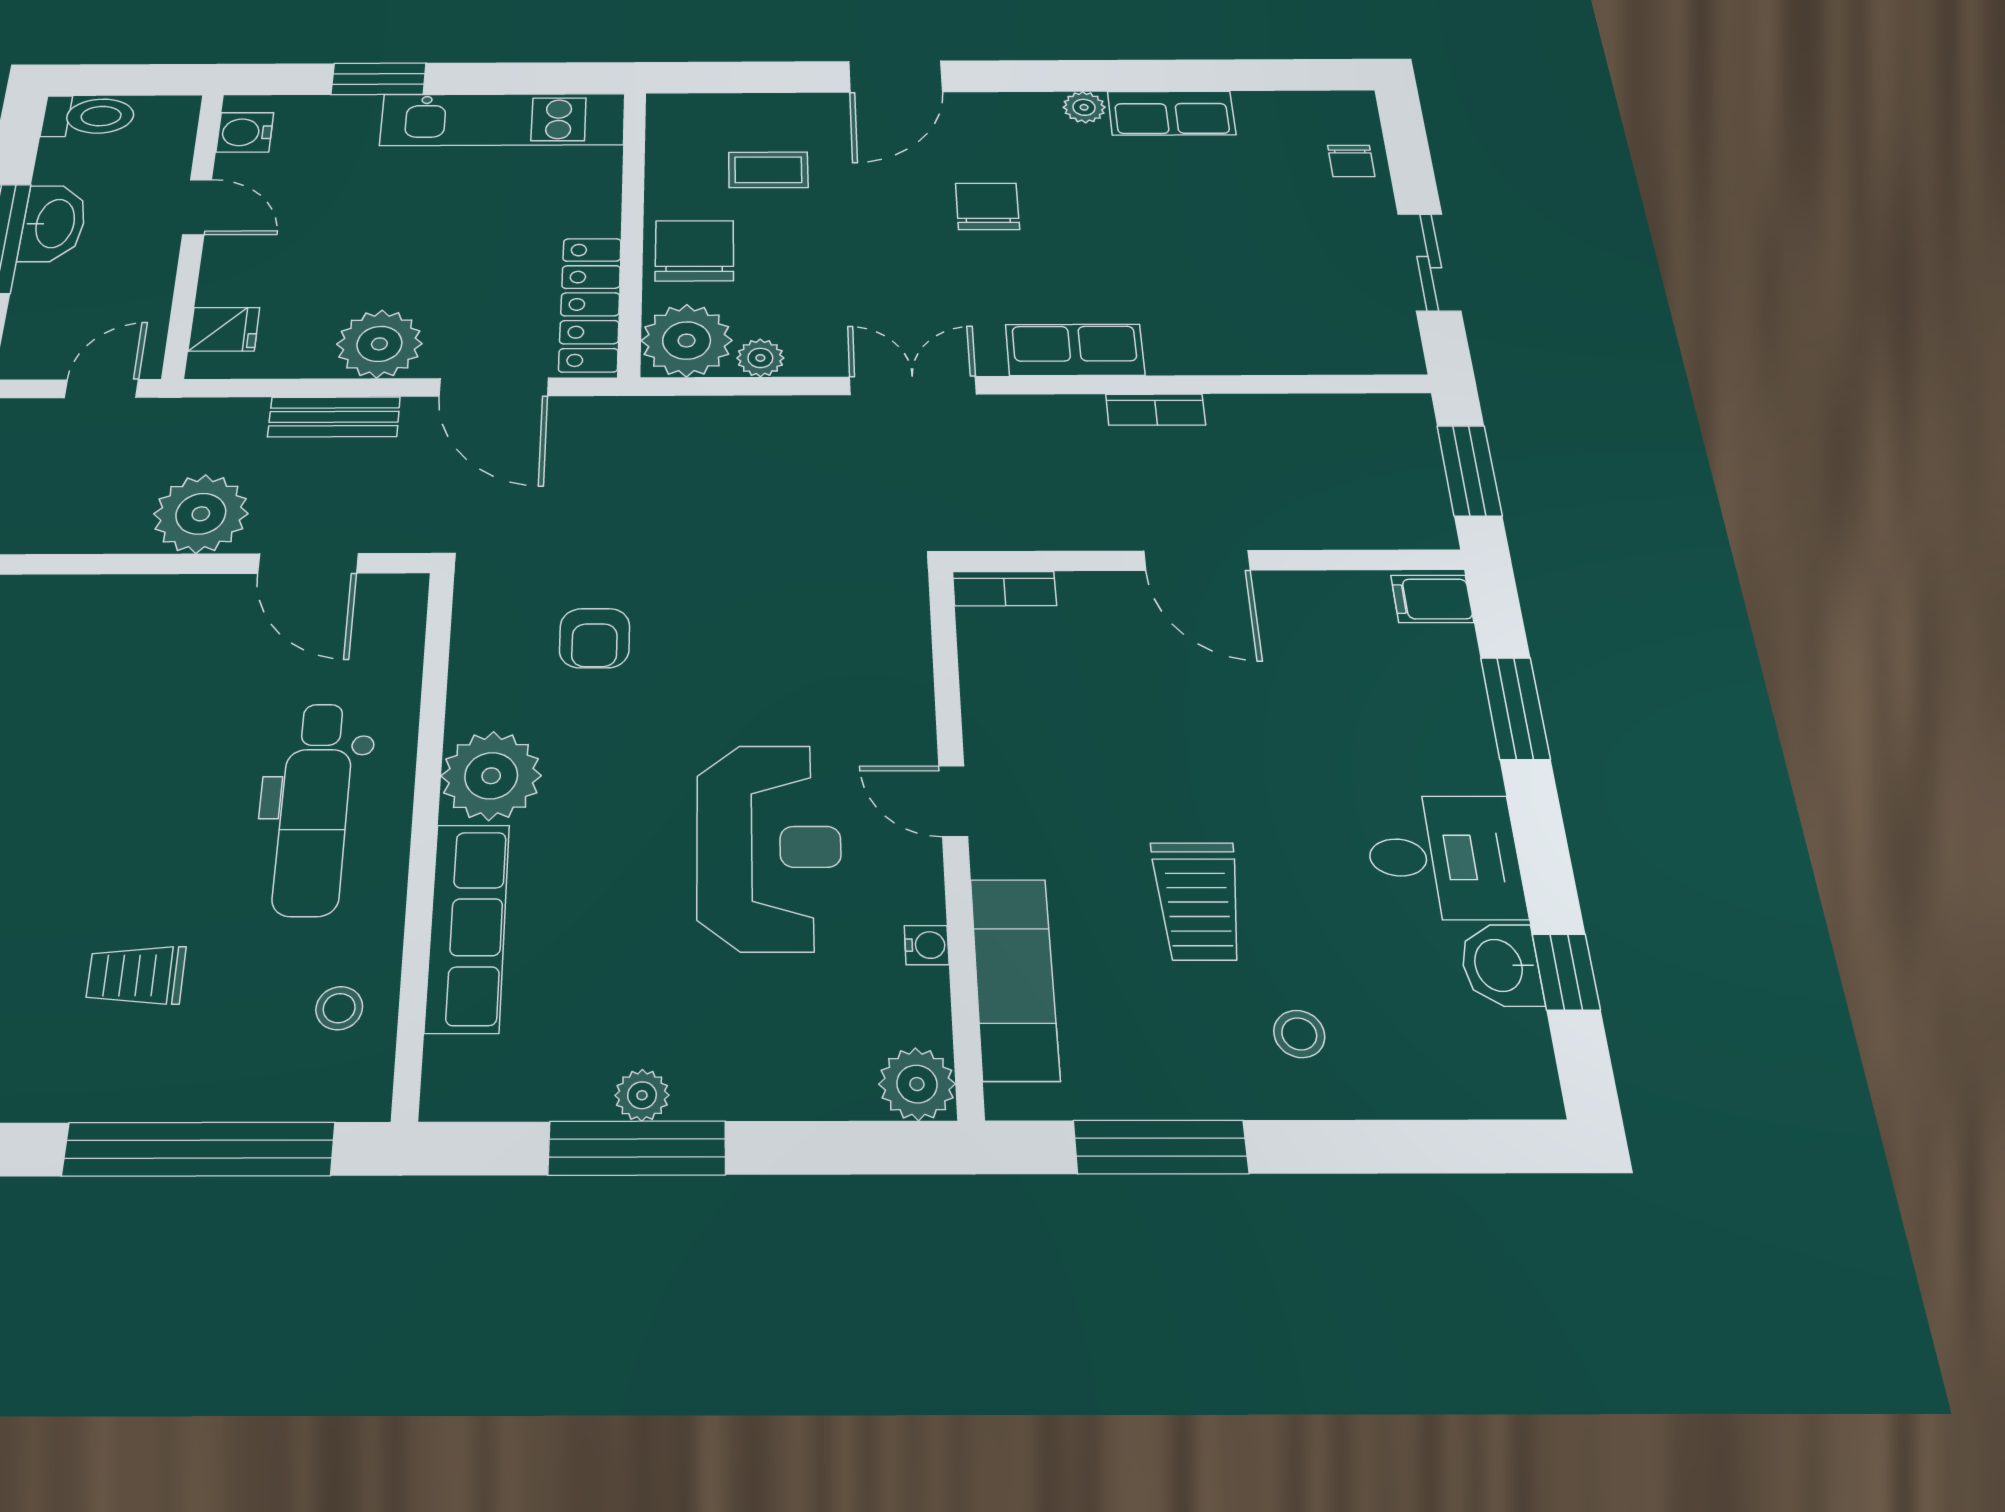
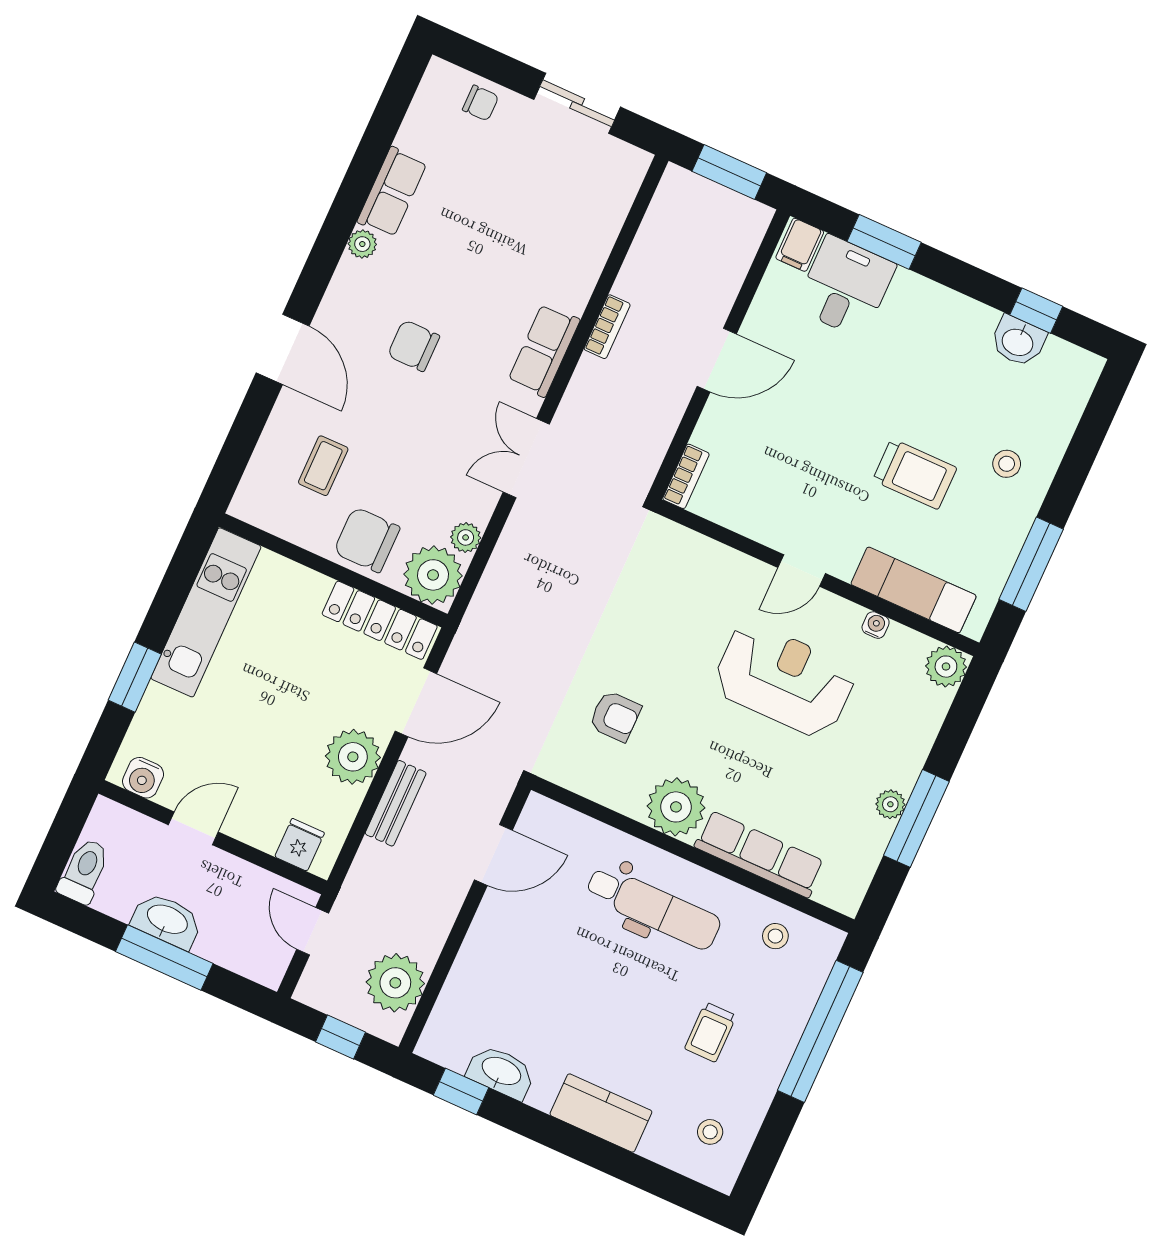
plant: (201, 514) -> (395, 983), moved
desk: (1444, 857) -> (845, 287), moved

